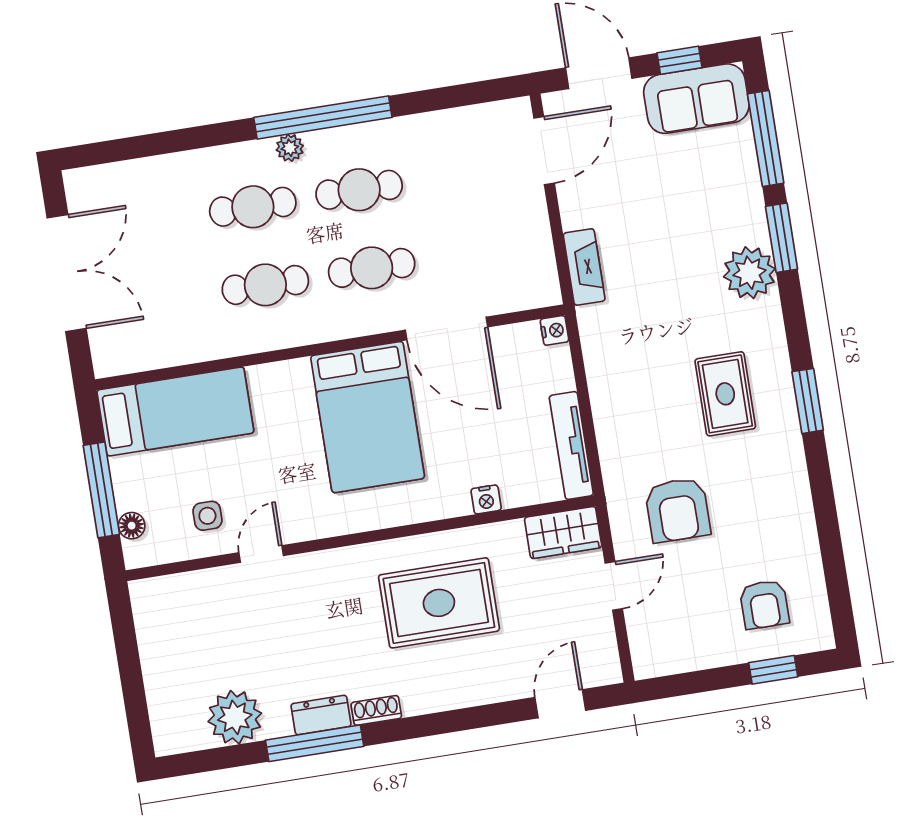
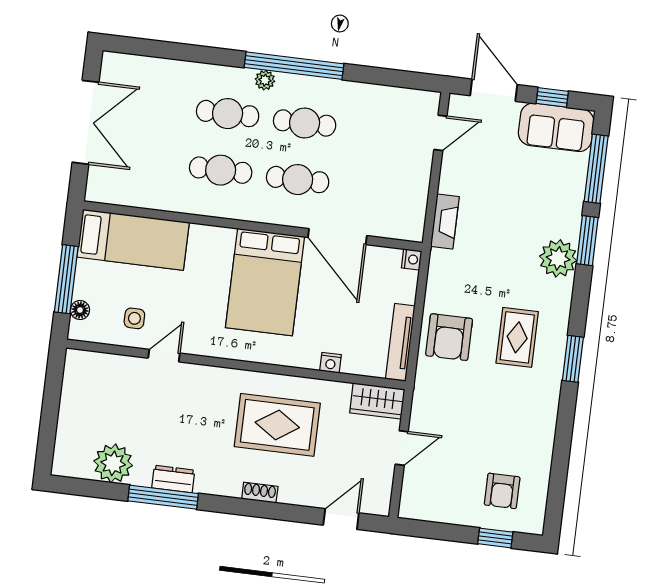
door: (544, 151) -> (440, 133), width x0.73
armchair: (678, 510) -> (449, 337), moved
shoe rack: (376, 710) -> (260, 493), moved

